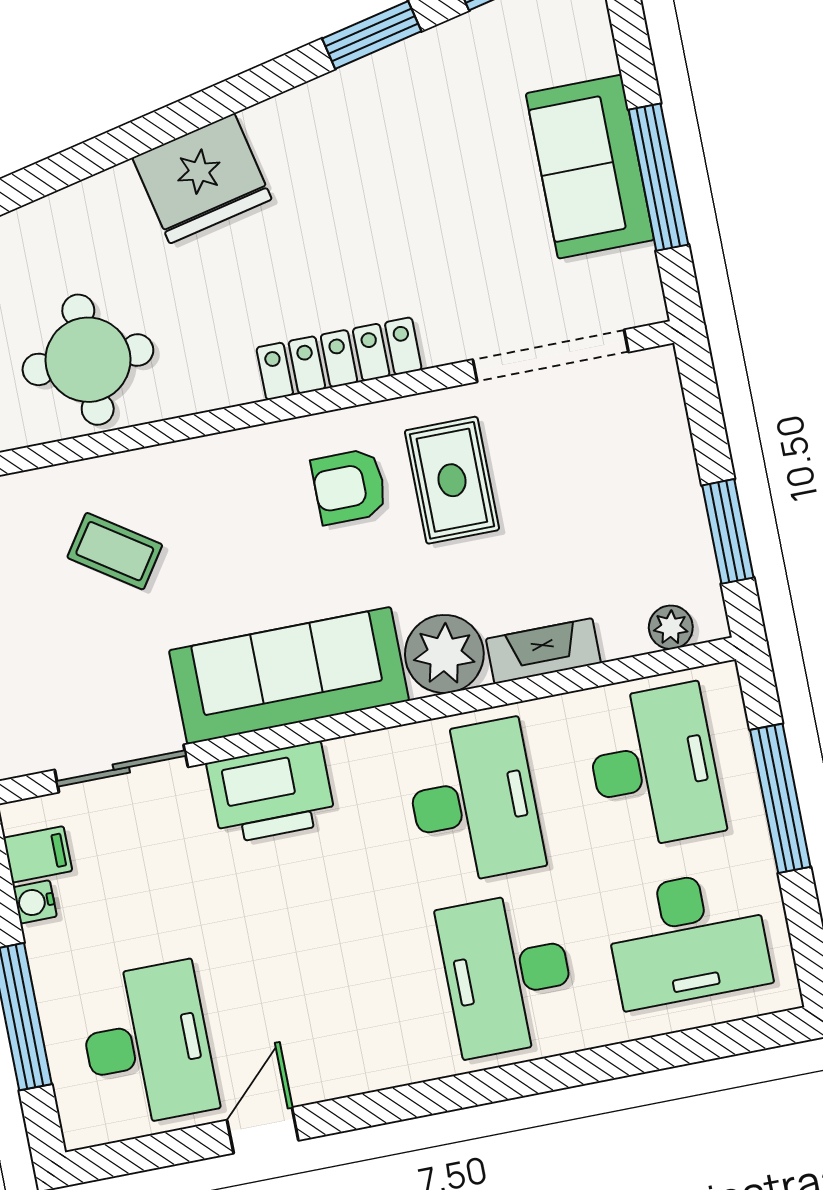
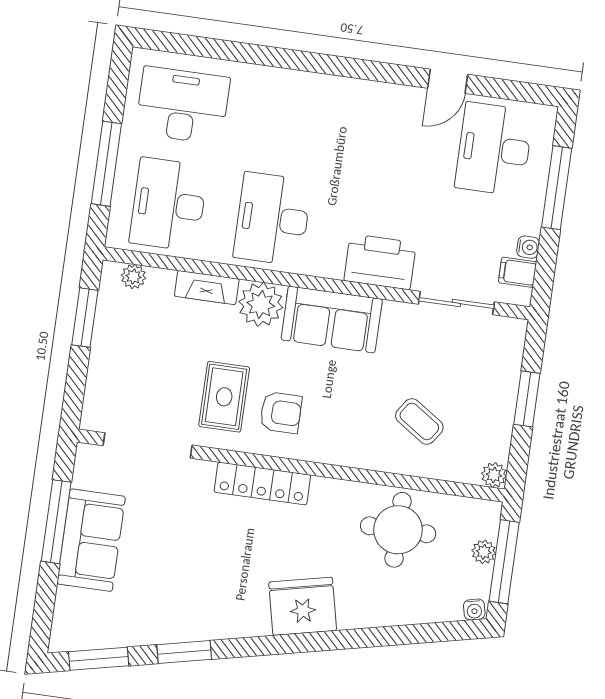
sofa: (289, 676) -> (332, 319), width x0.73
desk: (507, 974) -> (286, 120), removed

